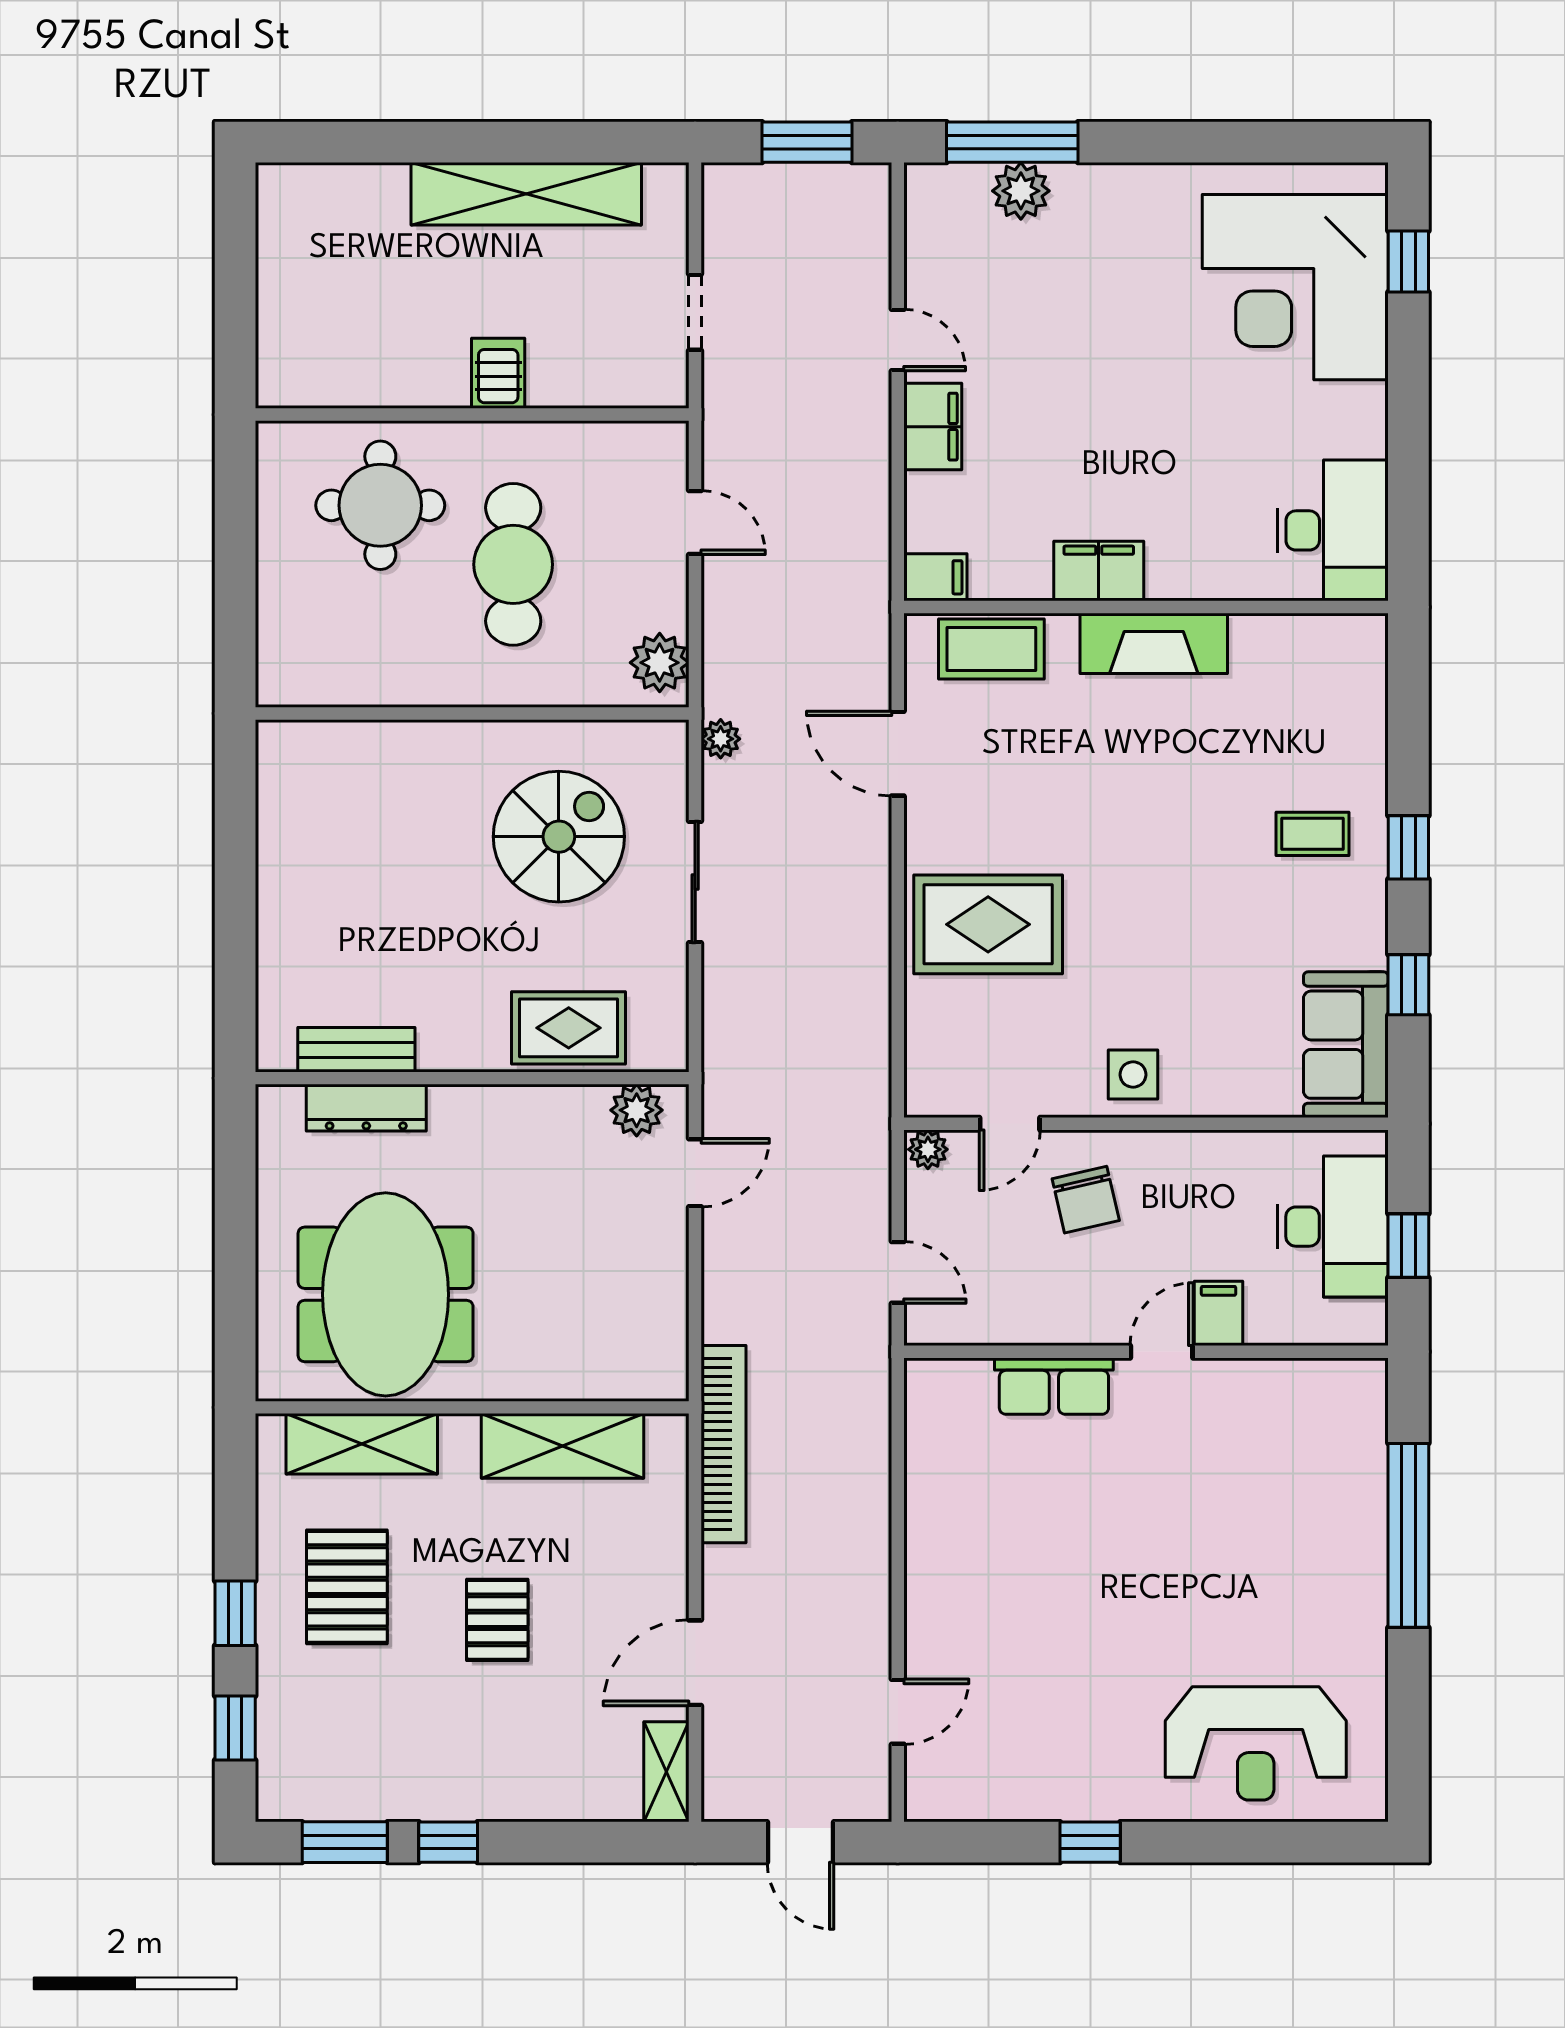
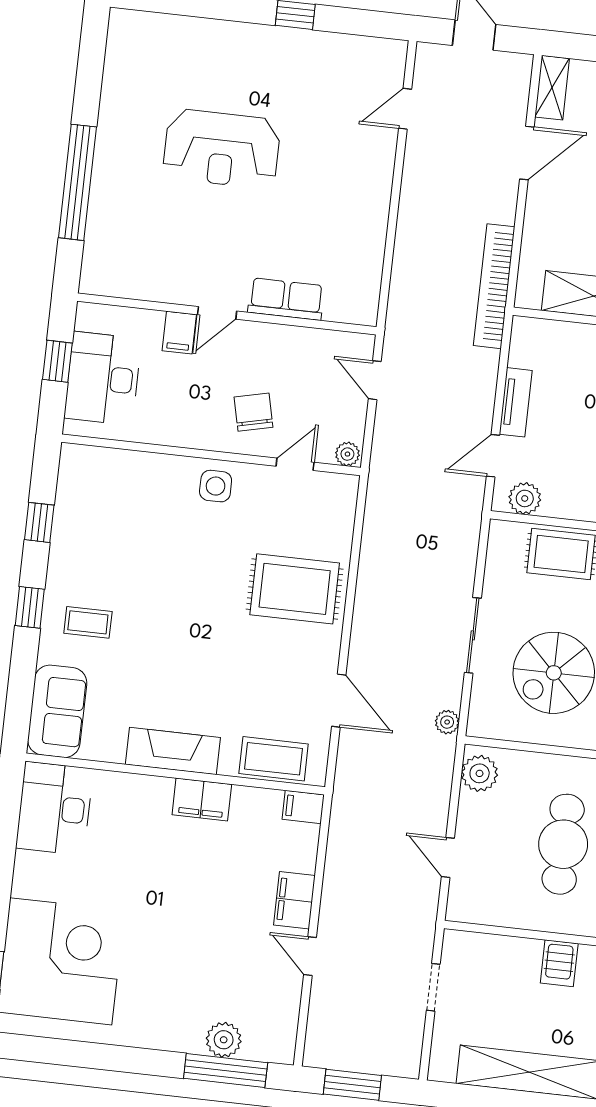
sofa: (1346, 1045) -> (57, 711), moved
tv unit: (668, 1262) -> (516, 402), added
reception desk: (1256, 1743) -> (222, 149), moved, turned 180

